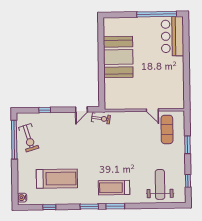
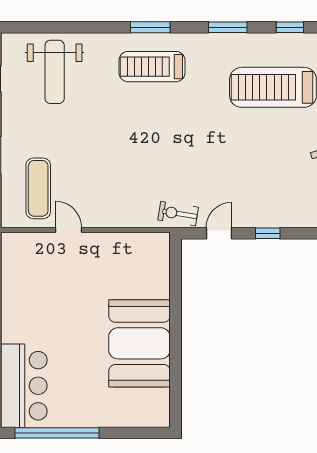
window: (45, 110) -> (268, 233), moved
treadmill: (114, 188) -> (152, 67), turned 180
window: (89, 207) -> (228, 27), moved

